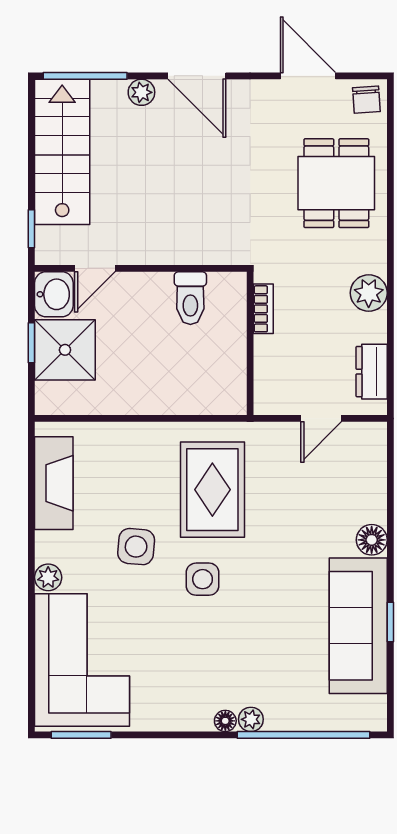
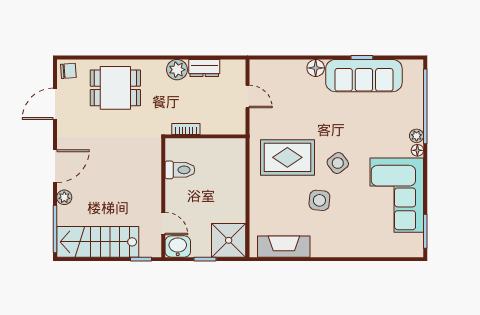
shower: (65, 350) -> (229, 240), moved
dresser: (372, 372) -> (204, 68), moved
plant: (48, 577) -> (337, 250), removed
side table: (203, 579) -> (338, 163), turned -38
corner sofa: (82, 660) -> (397, 195), moved, turned -90

